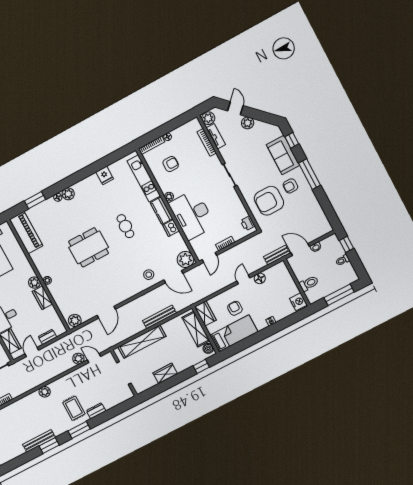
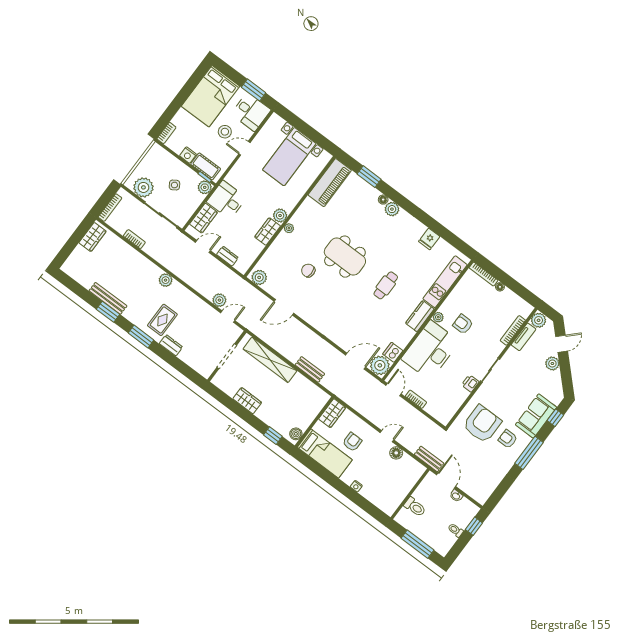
armchair: (171, 164) -> (463, 324), moved, turned 180
armchair: (269, 201) -> (482, 424), turned 90
printer: (248, 223) -> (470, 383), moved
dishwasher: (171, 228) -> (393, 352), moved
door: (209, 258) -> (394, 390), swing flipped
stool: (149, 275) -> (346, 334), removed
door: (173, 277) -> (356, 361), swing flipped
chair: (87, 281) -> (308, 271), added
nightstand: (298, 302) -> (390, 505), removed
bench: (159, 317) -> (310, 369), width x0.73
shelving: (196, 329) -> (311, 411), removed
door: (94, 358) -> (228, 317), hinge flipped

